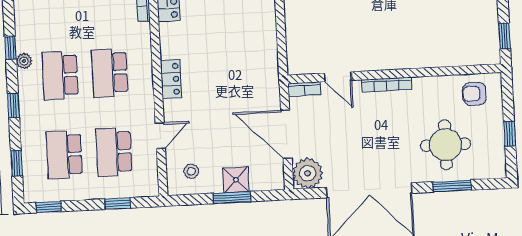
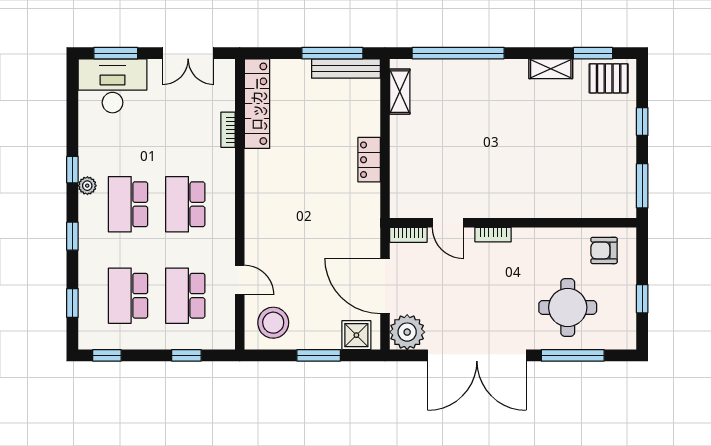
window: (505, 36) -> (642, 186), width x1.50
locker: (171, 79) -> (369, 160), moved, turned 180
bookcase: (386, 85) -> (493, 235), width x0.64
door: (160, 136) -> (240, 280), hinge flipped
stool: (191, 171) -> (273, 323), width x1.89, depth x1.89
shower: (236, 180) -> (356, 335), moved
window: (452, 186) -> (573, 355), width x1.44

